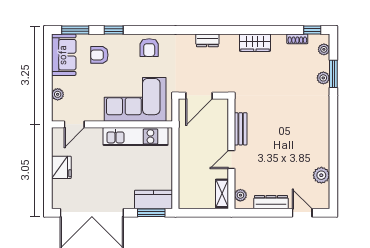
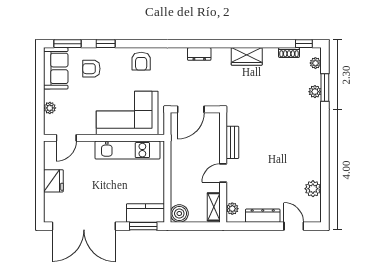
boiler: (187, 200) -> (179, 213), added

